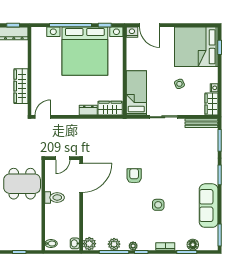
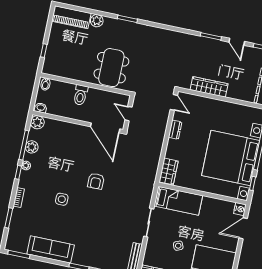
dresser: (88, 110) -> (175, 130), moved
armchair: (134, 176) -> (96, 181), turned 90
toilet: (55, 197) -> (80, 95), moved
floor lamp: (193, 245) -> (15, 225), removed

